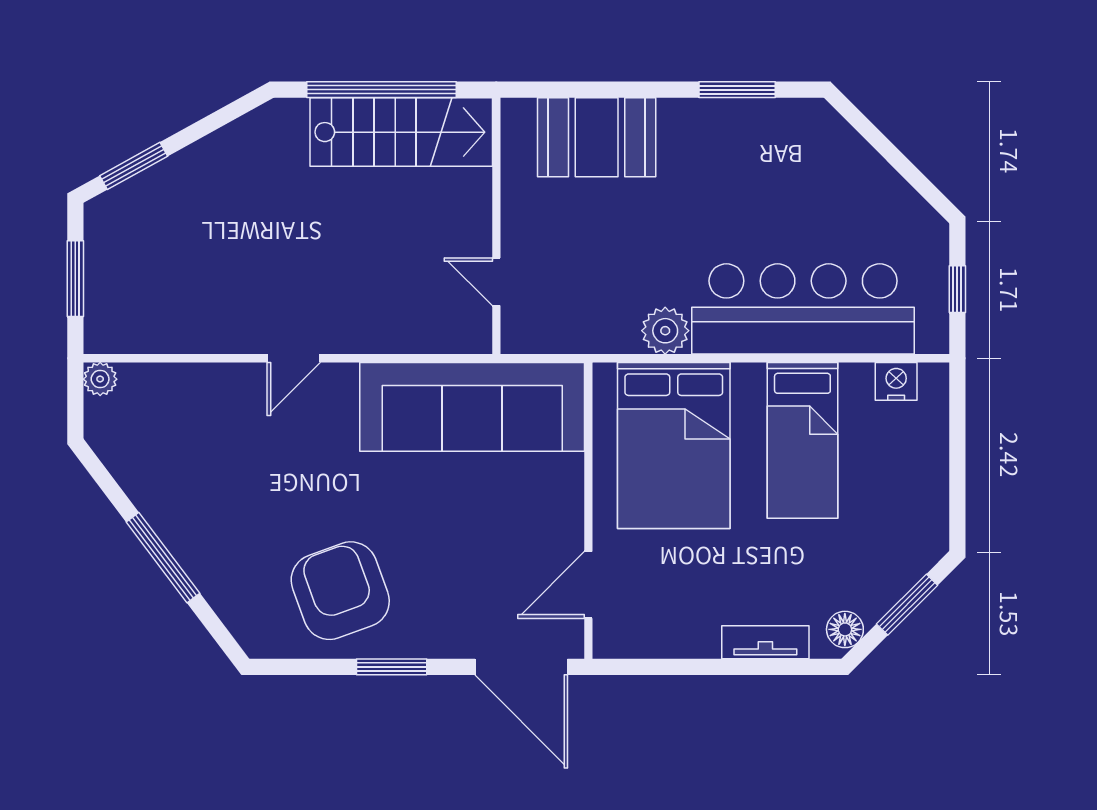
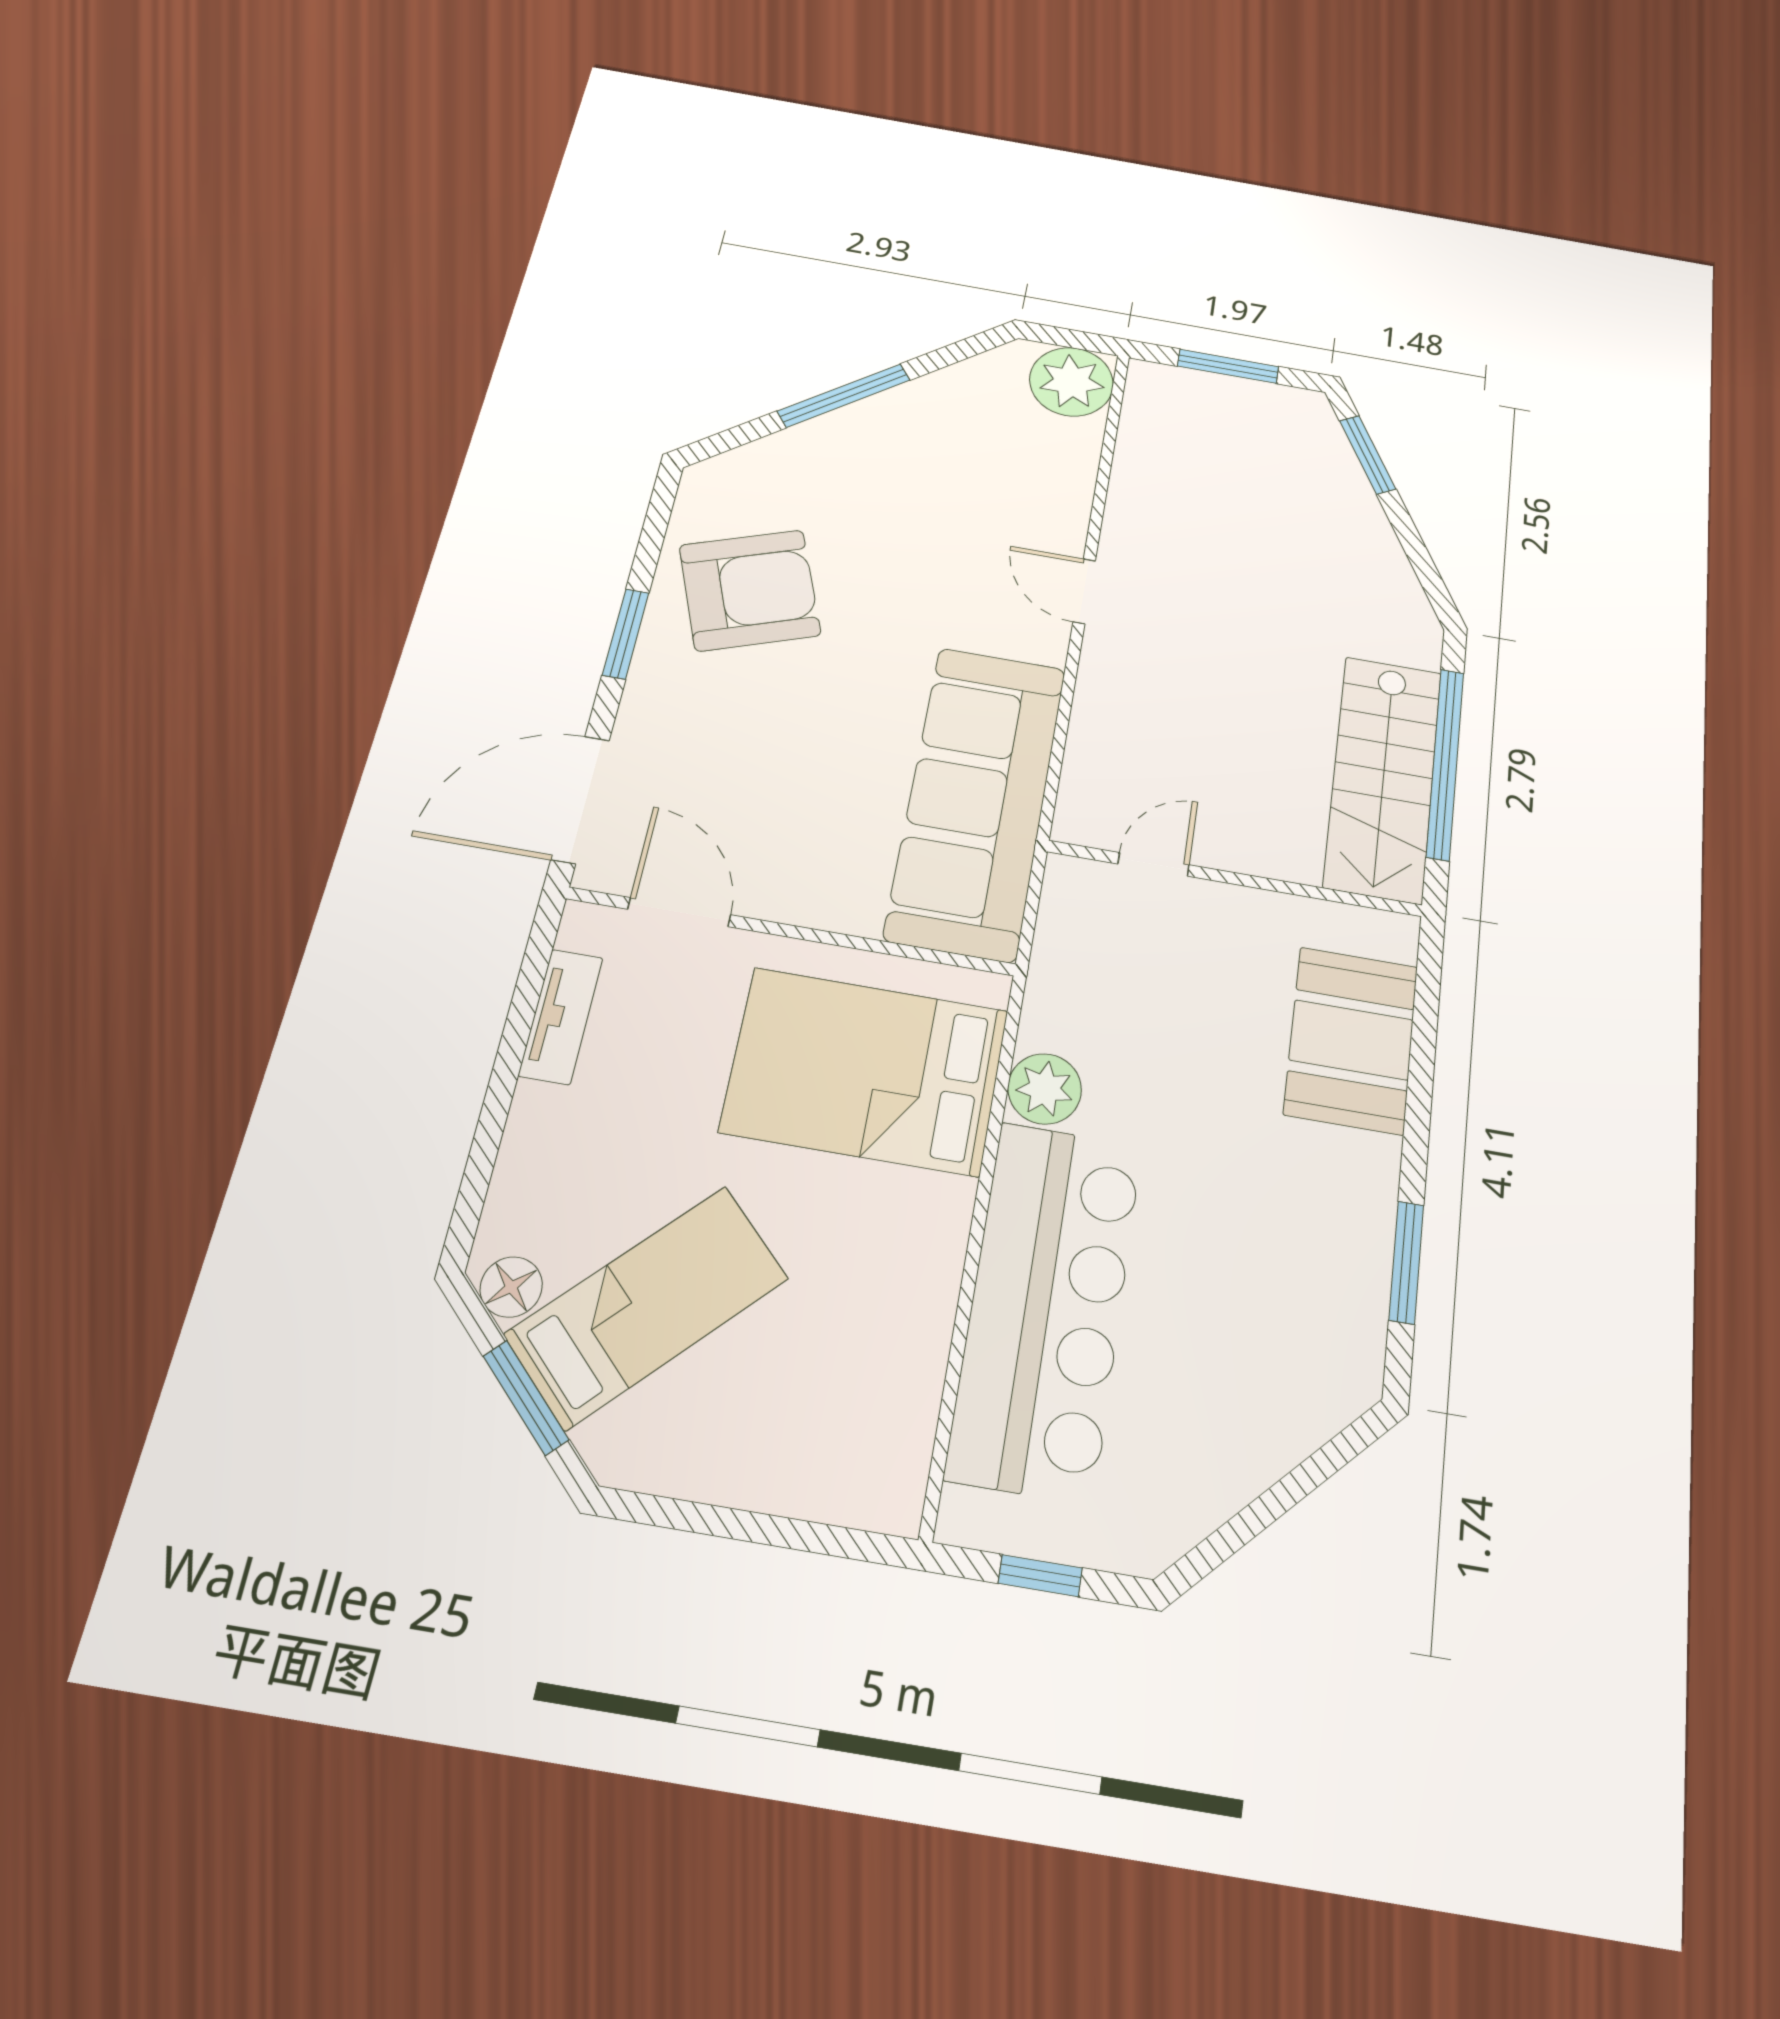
plant: (100, 379) -> (1071, 382), width x1.88, depth x1.88
nightstand: (896, 381) -> (902, 1442), removed
bed: (802, 440) -> (647, 1306), moved, turned 135
tv unit: (765, 642) -> (561, 1016), moved

